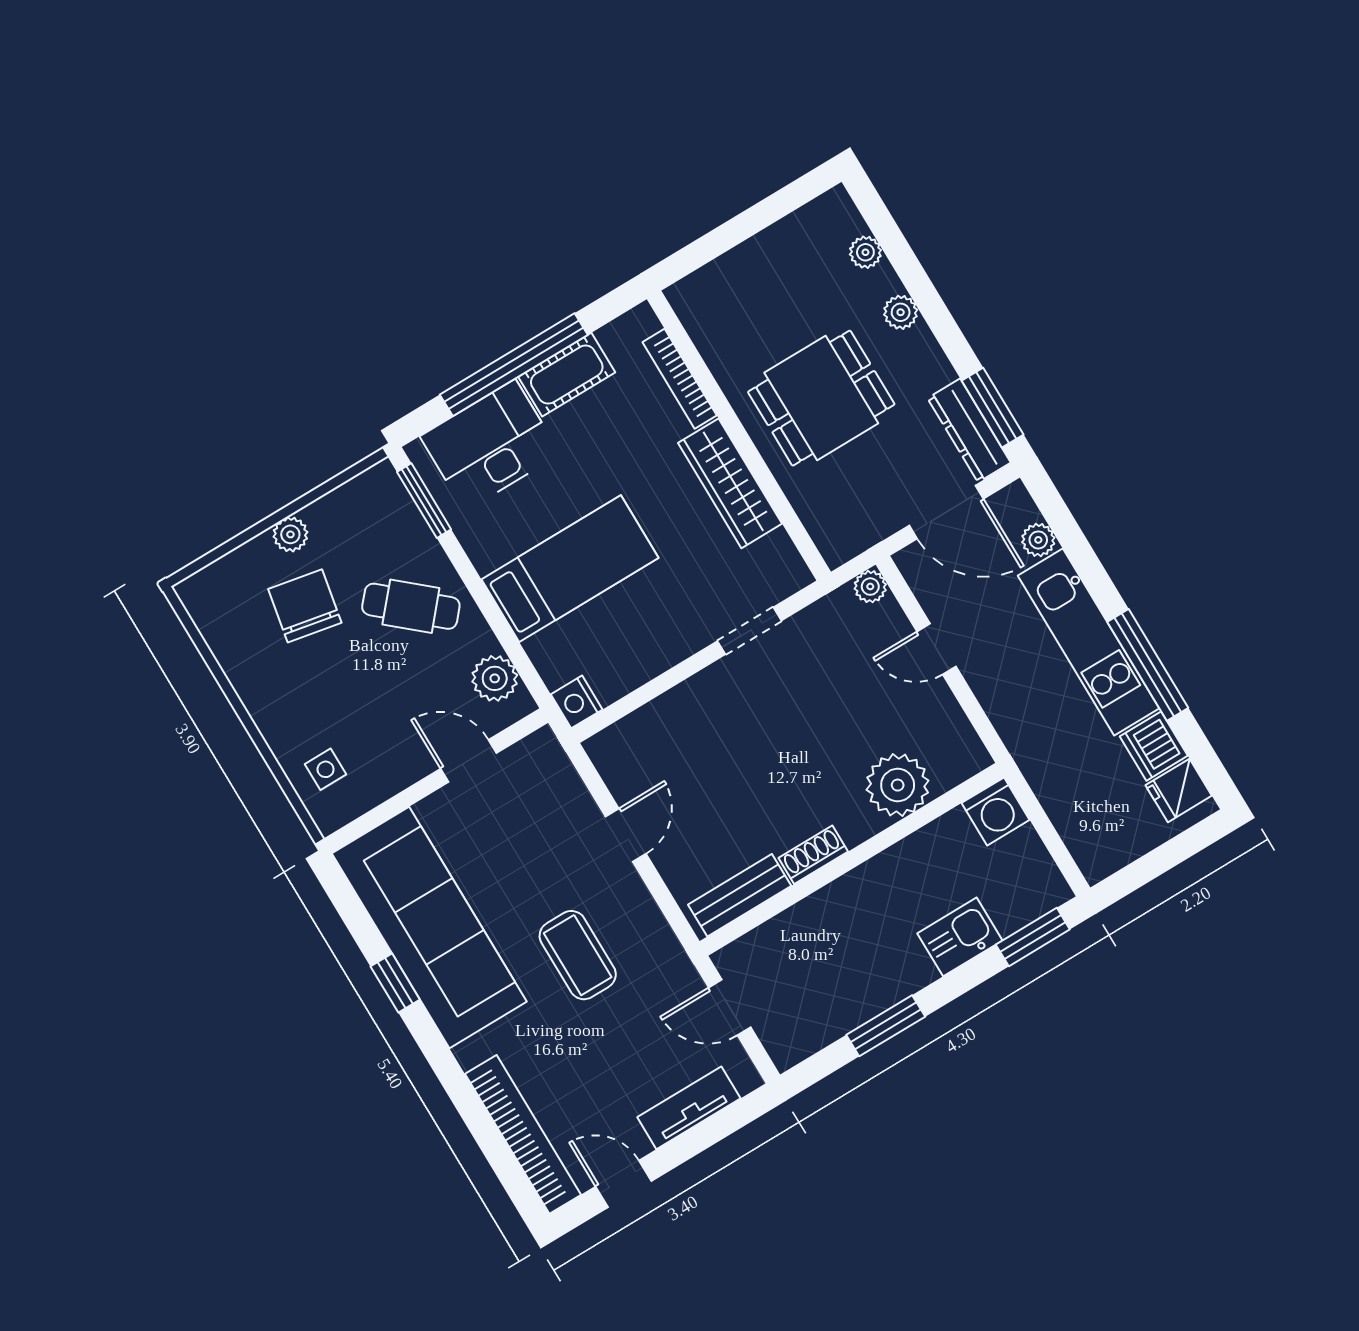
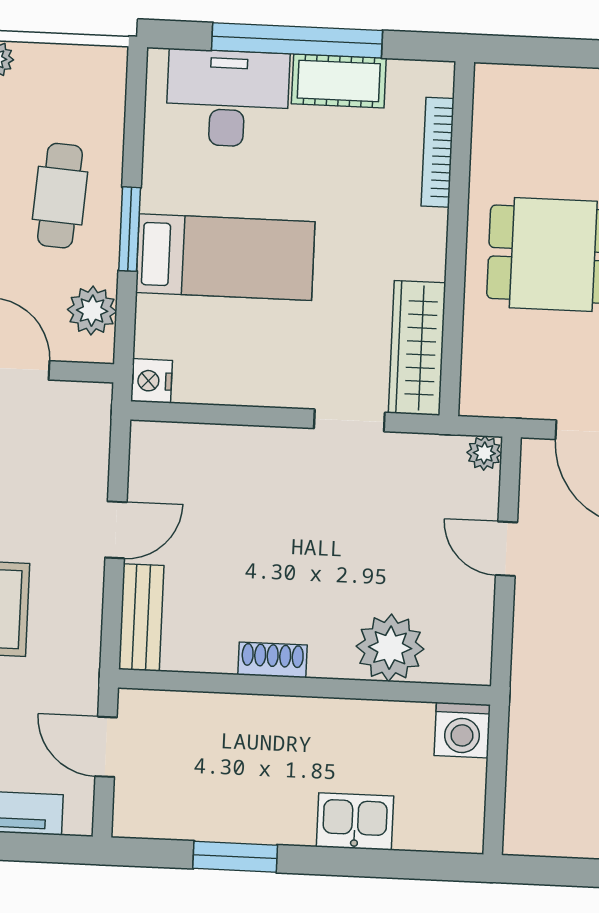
wardrobe: (730, 483) -> (417, 348), moved
window: (424, 501) -> (130, 229), moved
cafe table: (411, 606) -> (60, 196), turned 53
bench: (740, 895) -> (141, 617), moved, turned 90
window: (1033, 937) -> (420, 865), removed

